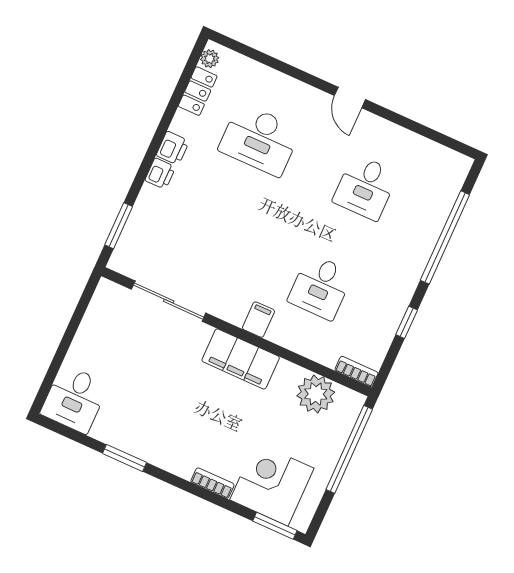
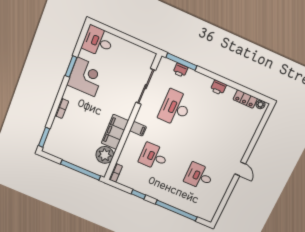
door: (350, 98) -> (240, 169), swing flipped
desk: (260, 140) -> (175, 108), moved
printer: (160, 174) -> (180, 70), moved
window: (119, 226) -> (181, 62), width x1.44
filing cabinet: (241, 359) -> (115, 132), moved
corner desk: (272, 484) -> (86, 77), moved

